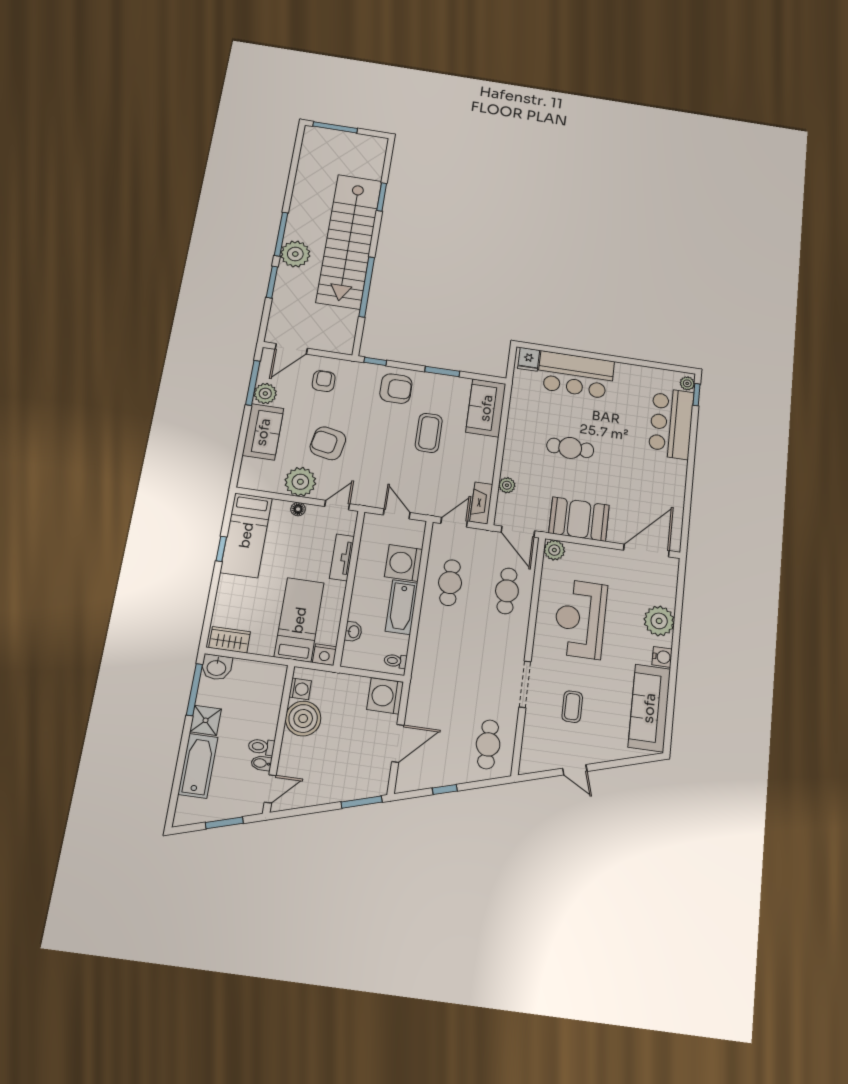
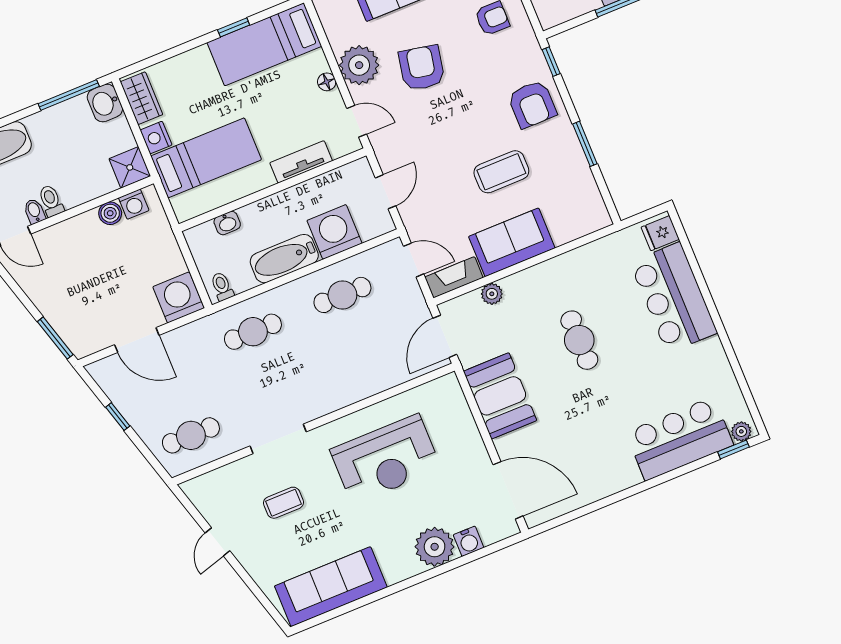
sofa: (486, 408) -> (512, 242), moved
plant: (554, 550) -> (447, 388), removed
cafe table: (507, 591) -> (253, 332), moved
reception desk: (580, 619) -> (386, 459), turned 180
nightstand: (325, 655) -> (156, 137), moved
water cooler: (662, 657) -> (469, 541), moved
boiler: (303, 719) -> (110, 213), width x0.54, depth x0.54
shower: (206, 720) -> (130, 167), moved

